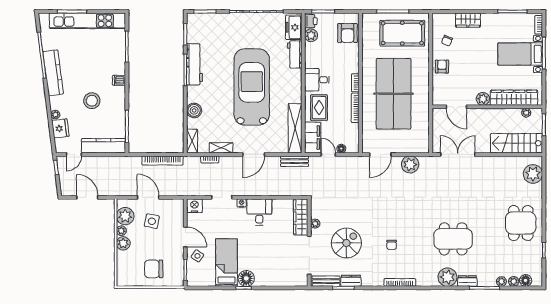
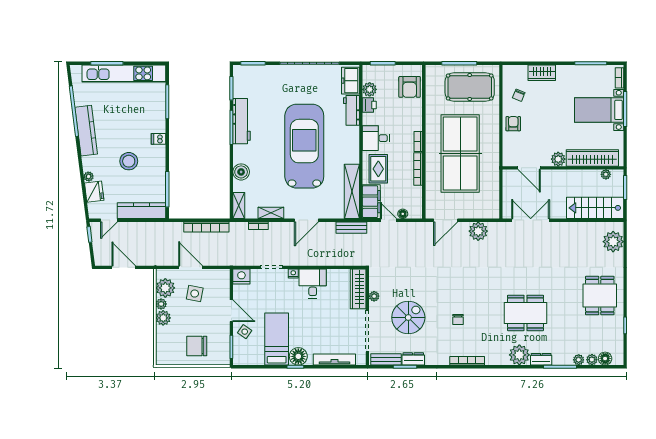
printer: (311, 21) -> (369, 105), moved
tv unit: (279, 281) -> (334, 359), added

